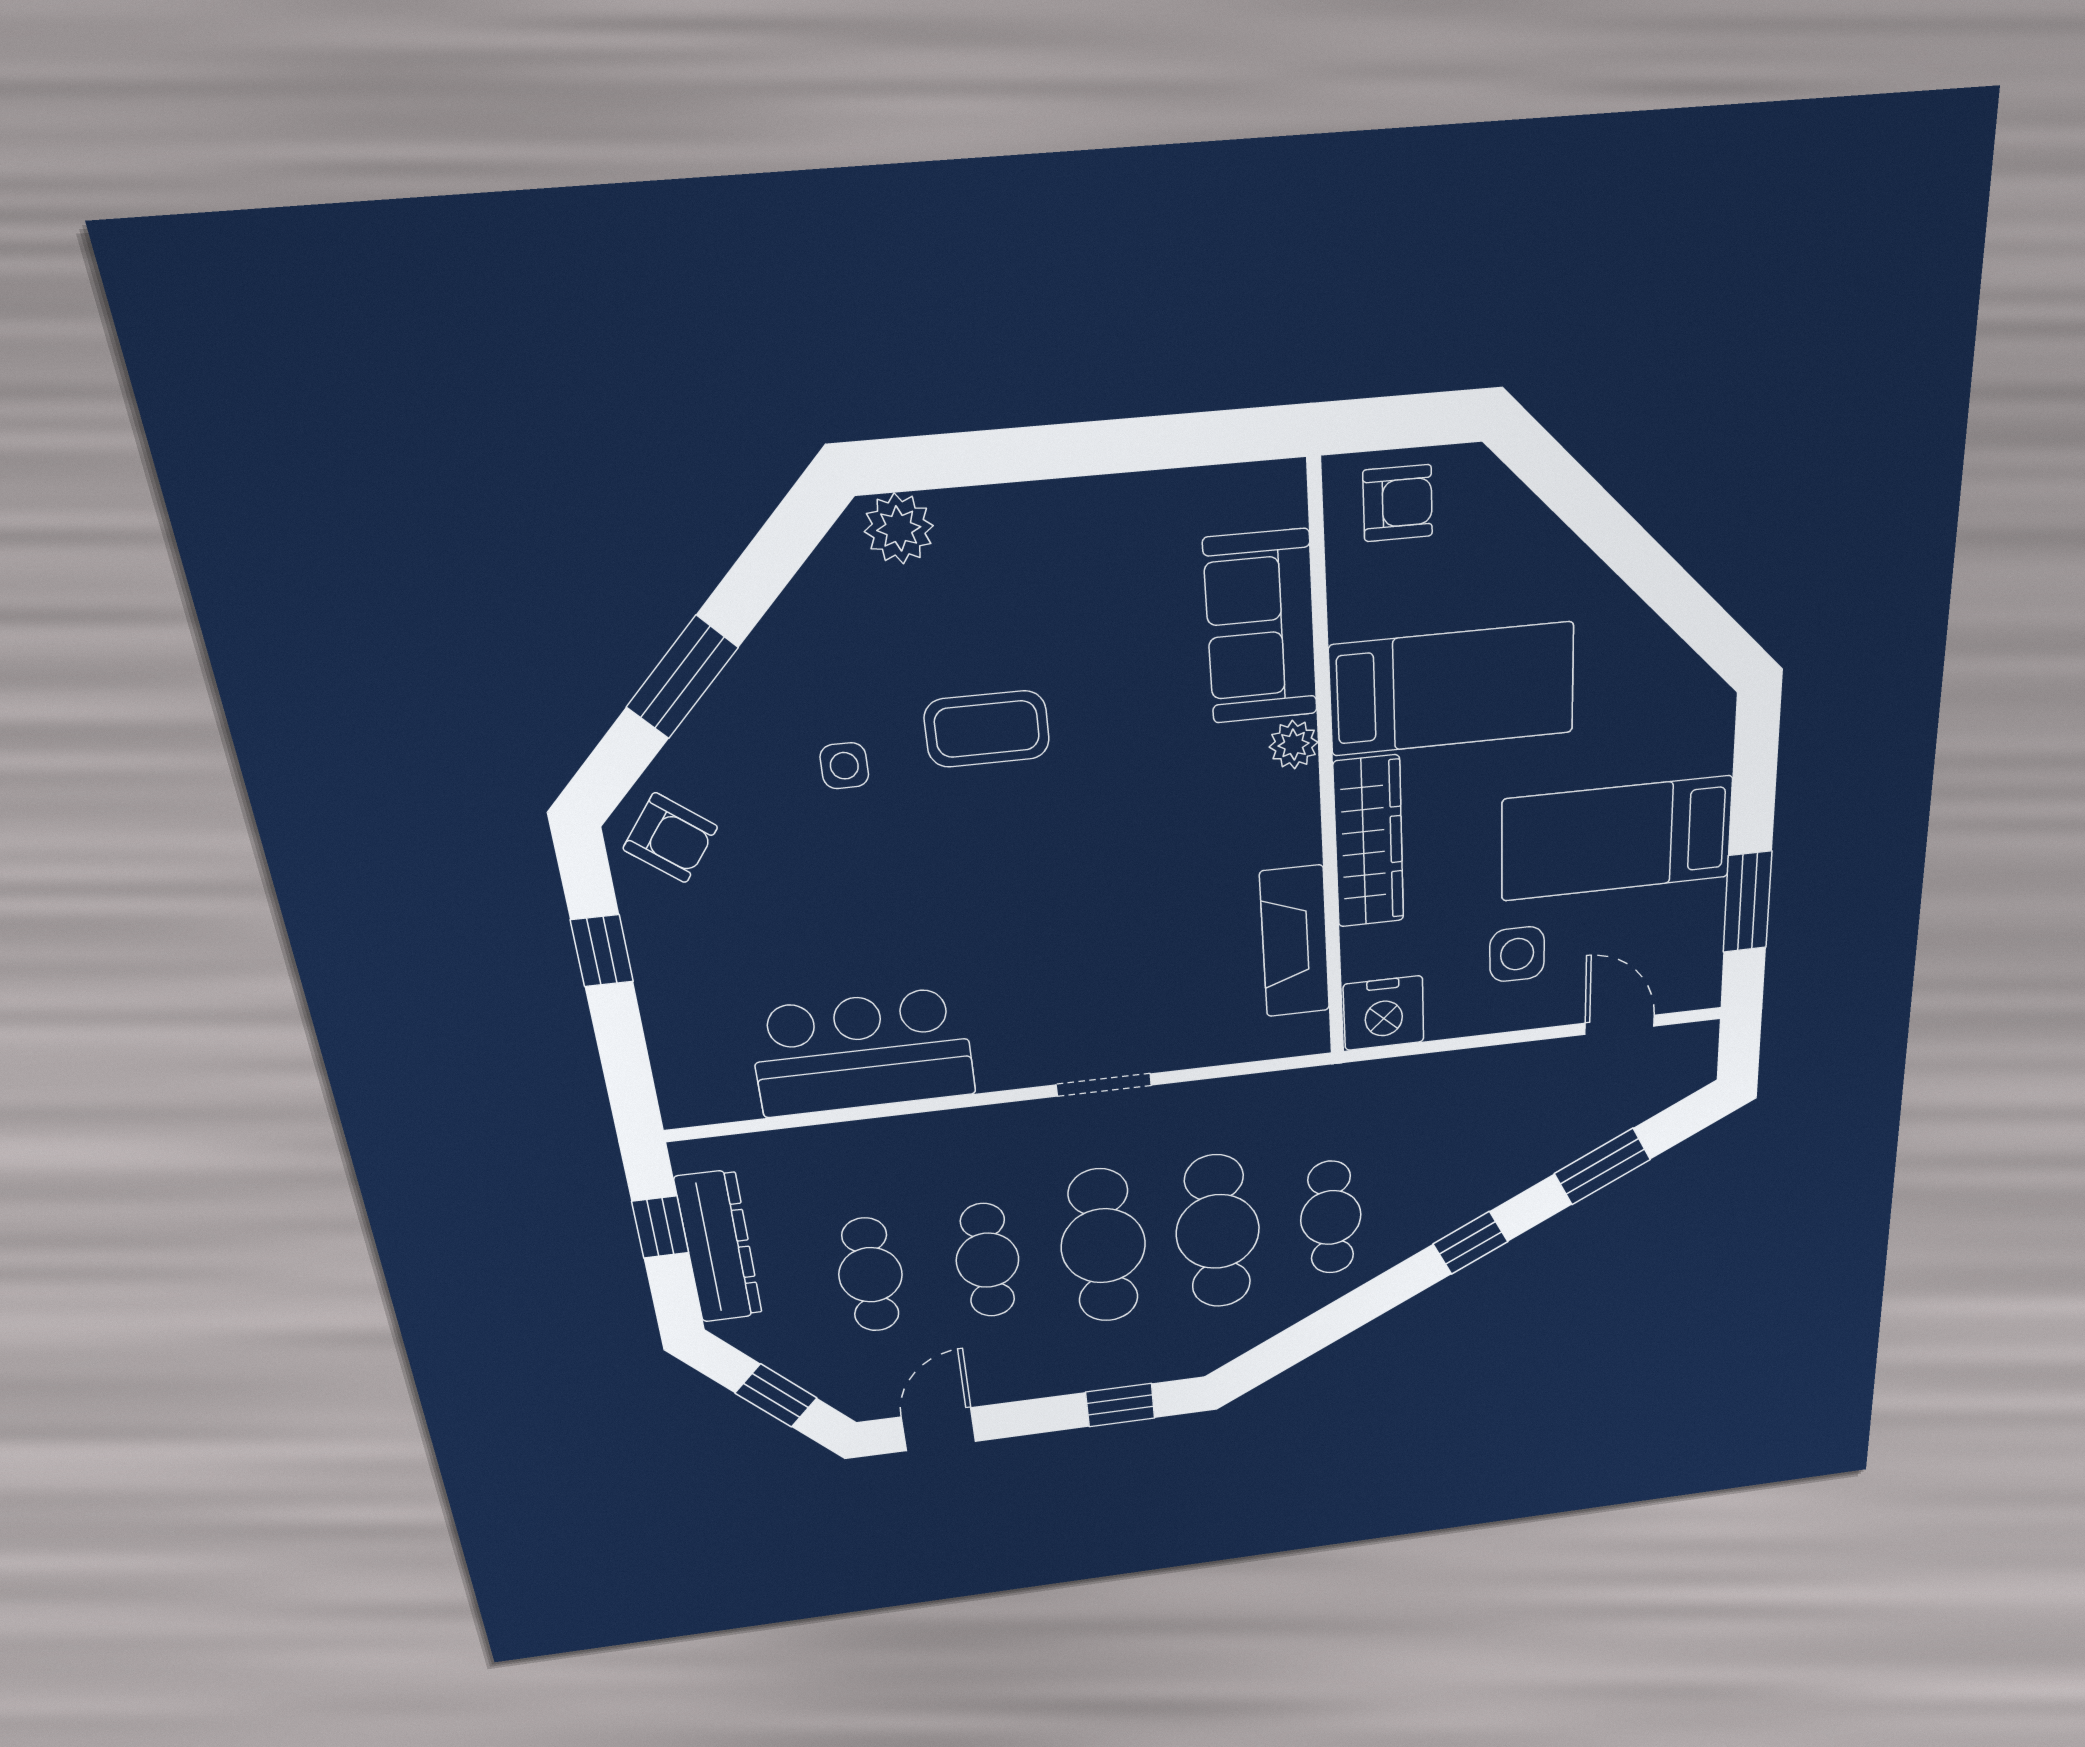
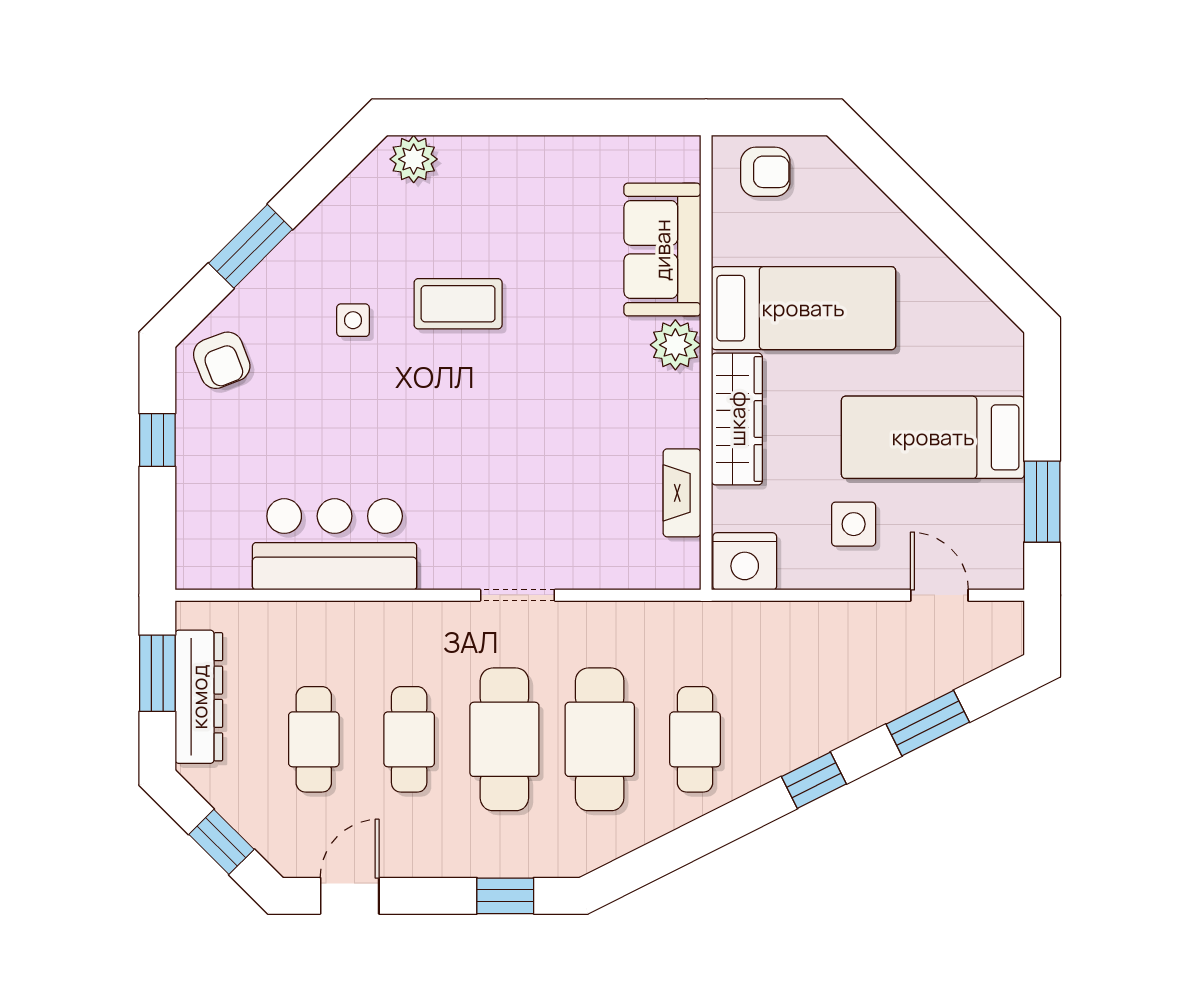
plant: (1294, 745) -> (675, 345), width x1.38, depth x1.38
armchair: (670, 838) -> (222, 360), turned 32
fireplace: (1295, 942) -> (682, 493), width x0.73, depth x0.76
window: (660, 1227) -> (157, 673), width x1.50

